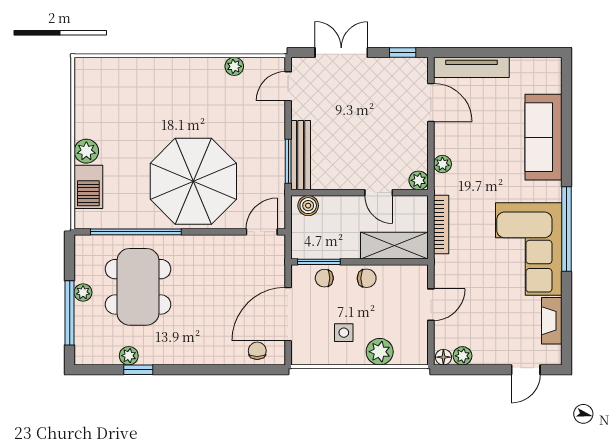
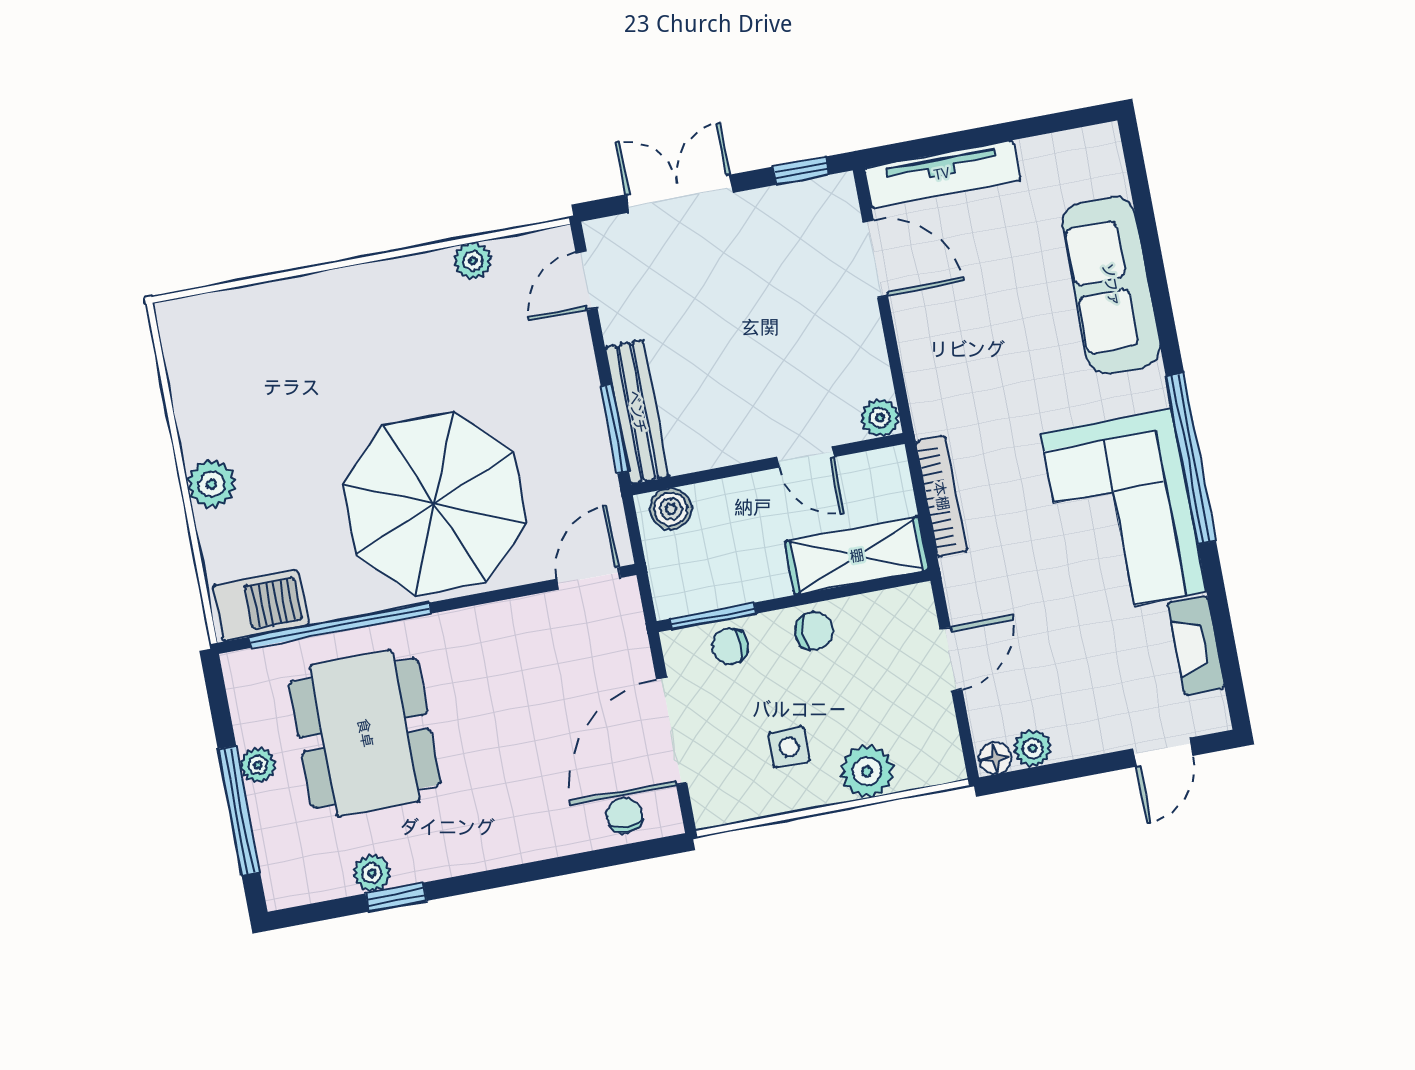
plant: (442, 164) -> (921, 376), removed
barbecue: (88, 187) -> (260, 606), moved, turned -90

